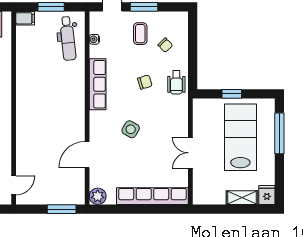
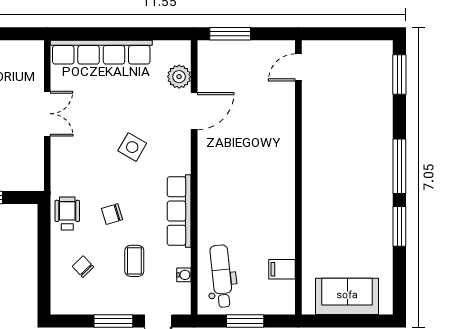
filing cabinet: (25, 18) -> (282, 269), moved
coffee table: (140, 34) -> (134, 261), moved
plant: (98, 196) -> (179, 77), moved

